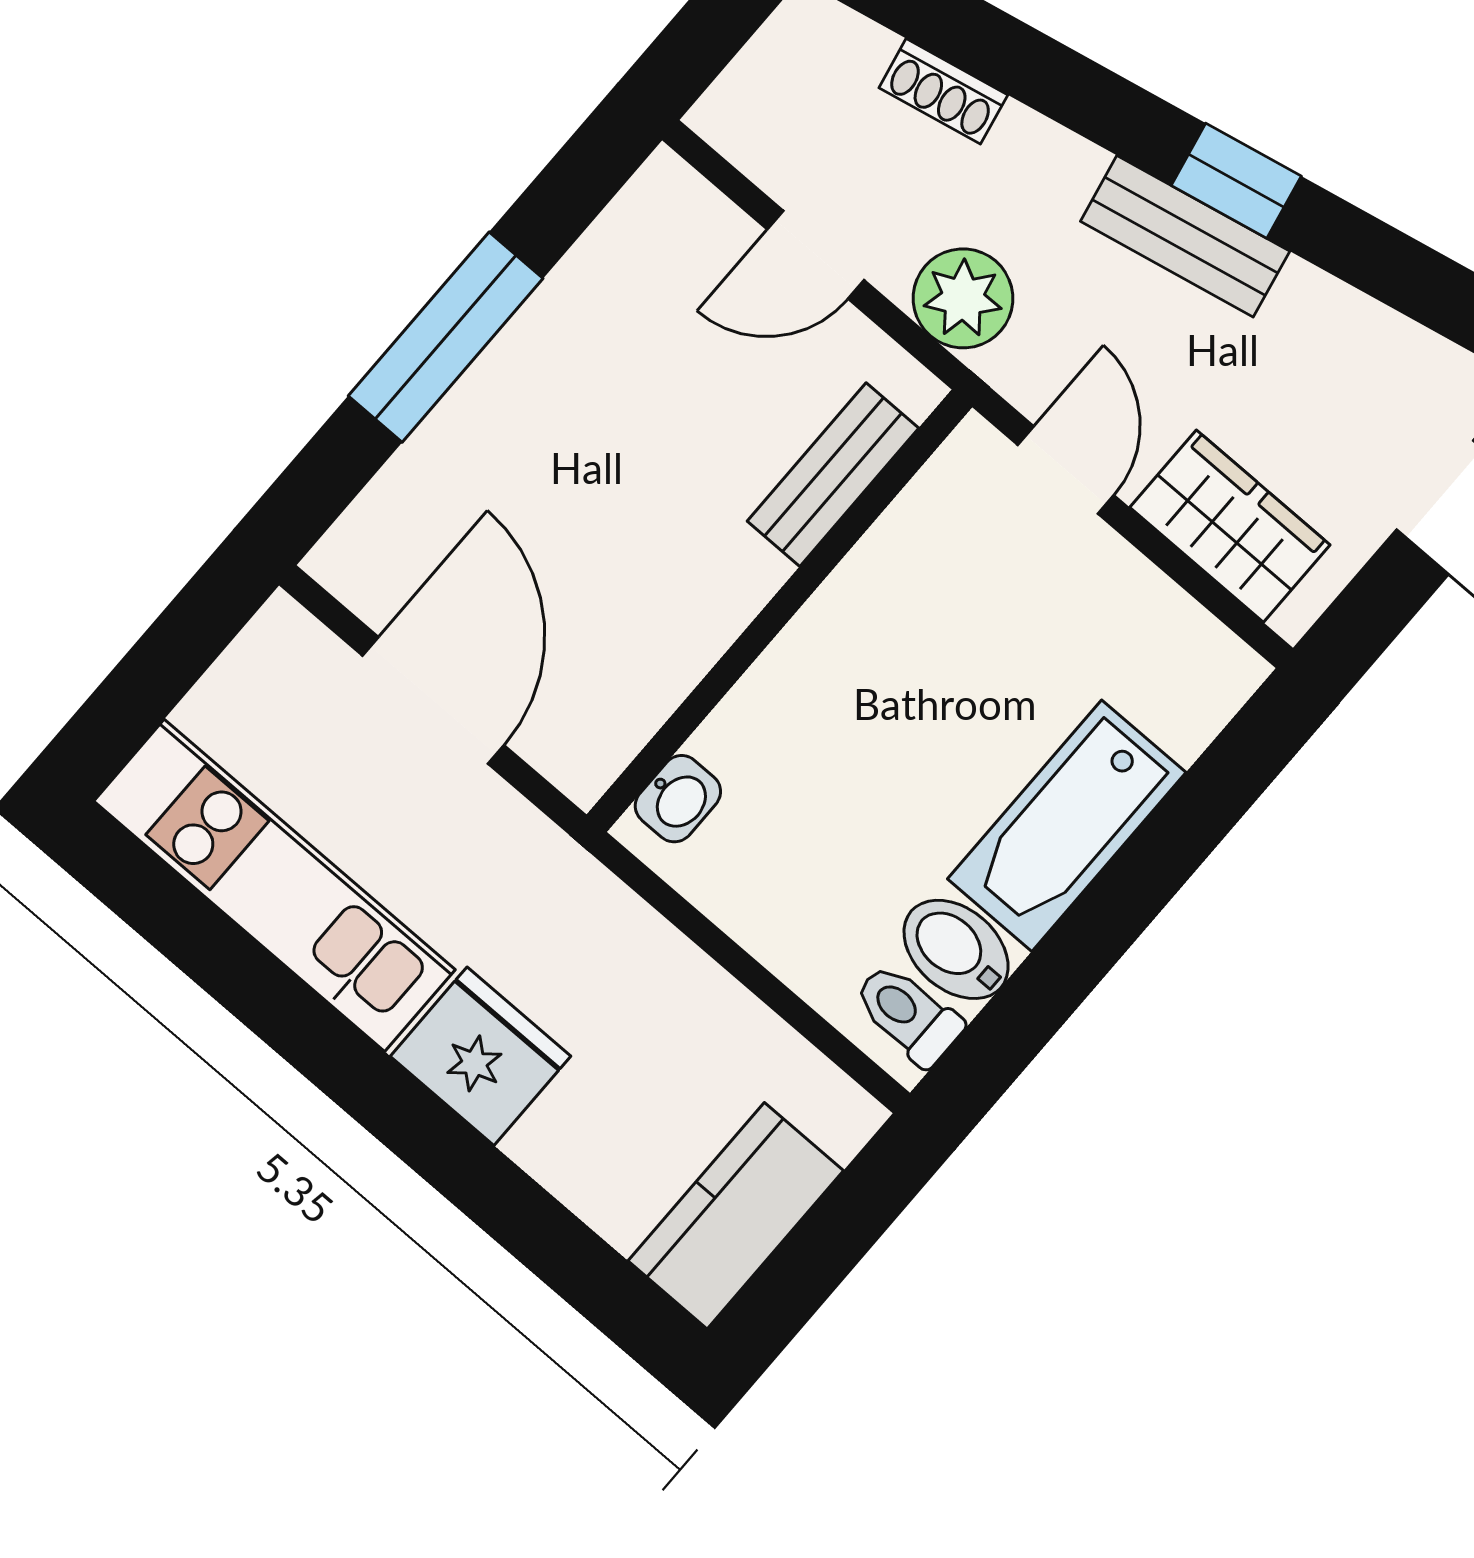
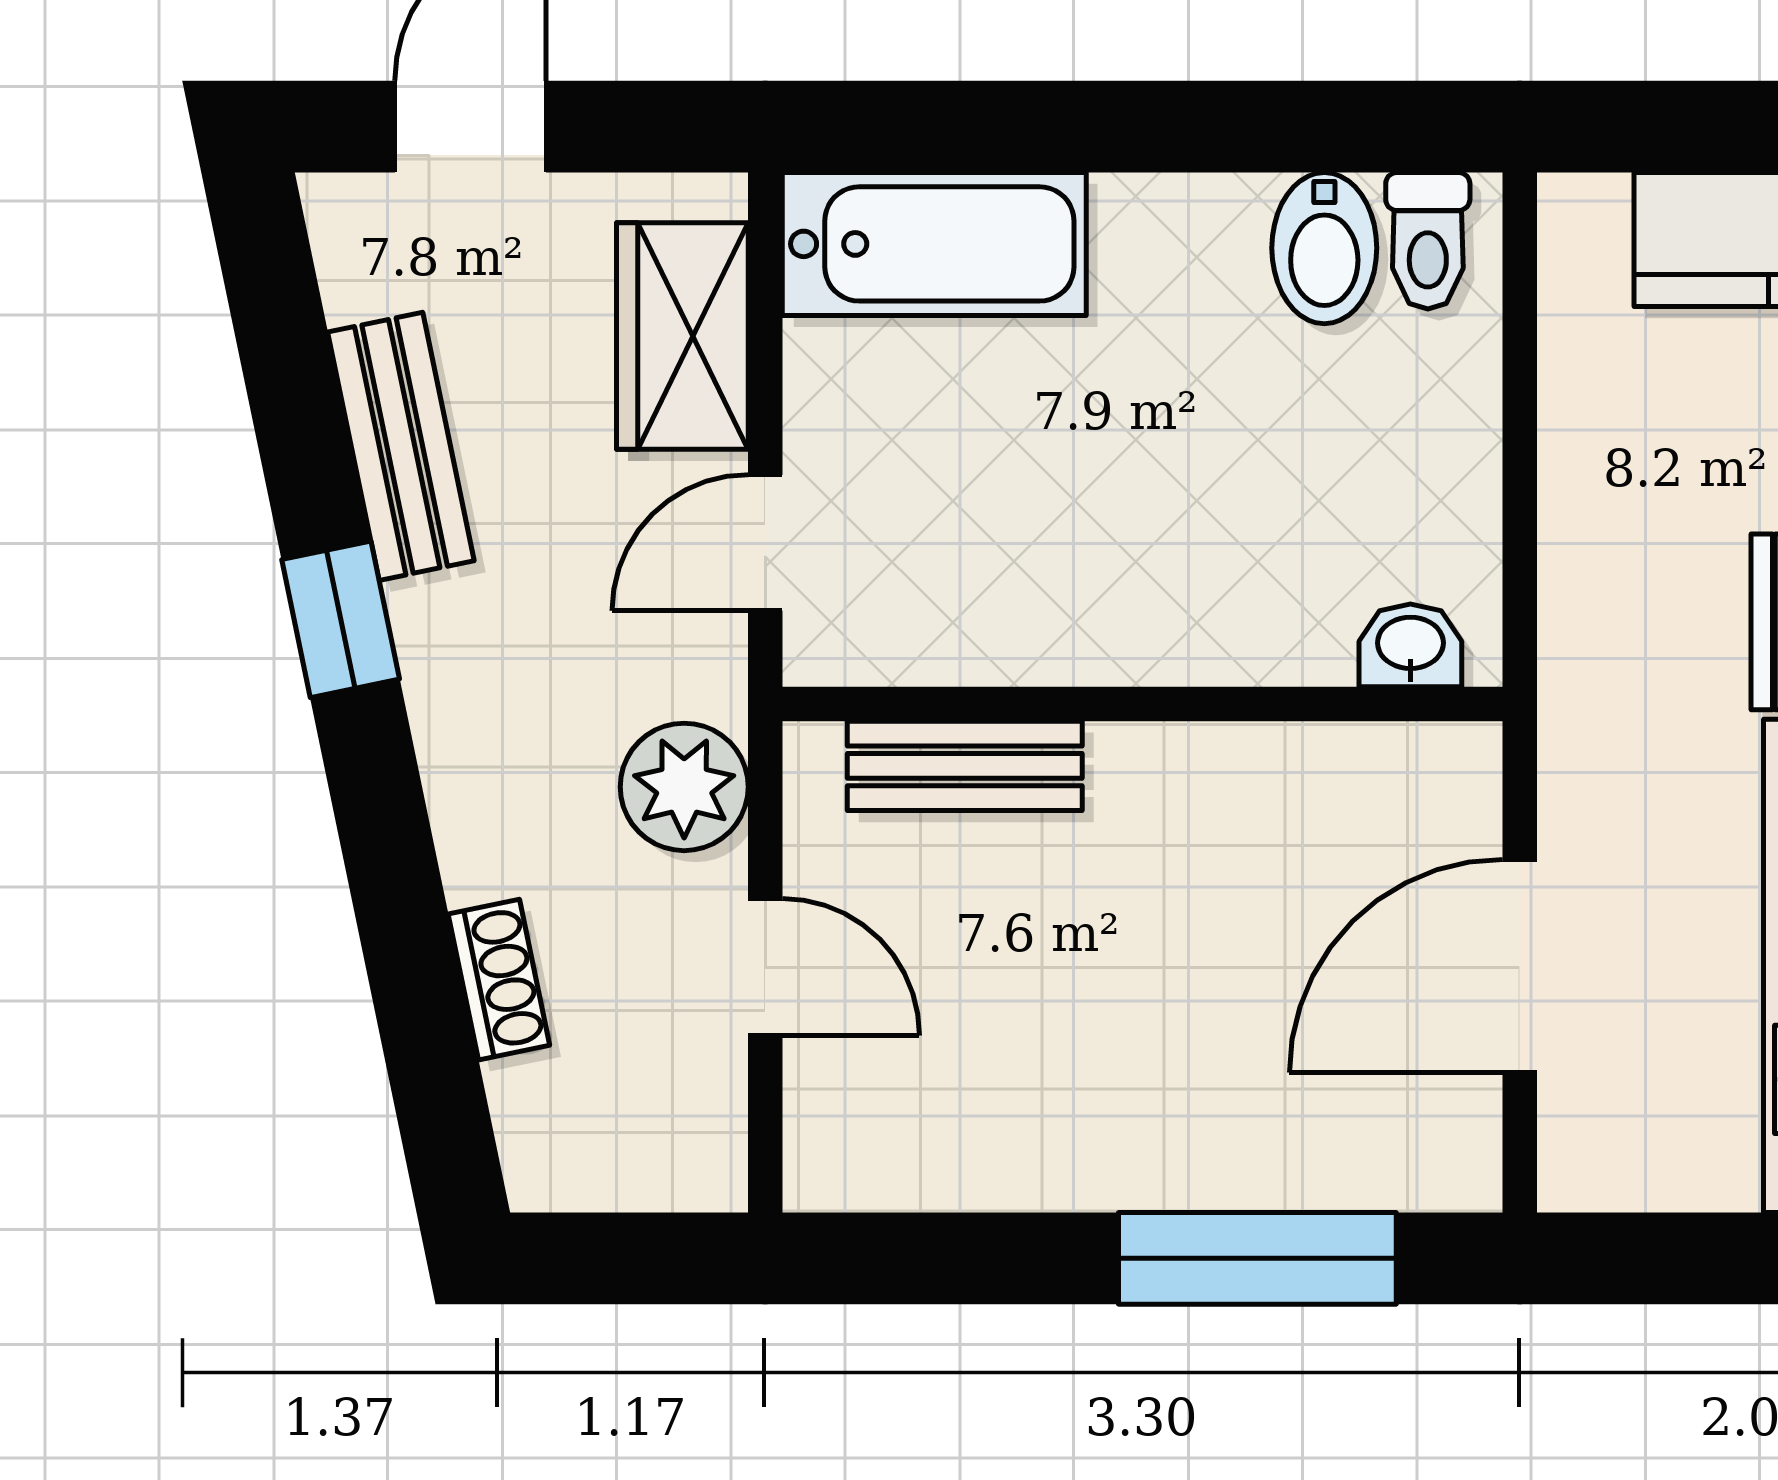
bench: (1185, 236) -> (401, 446), moved
window: (446, 337) -> (1257, 1258), moved
bathtub: (1067, 826) -> (934, 244), moved

